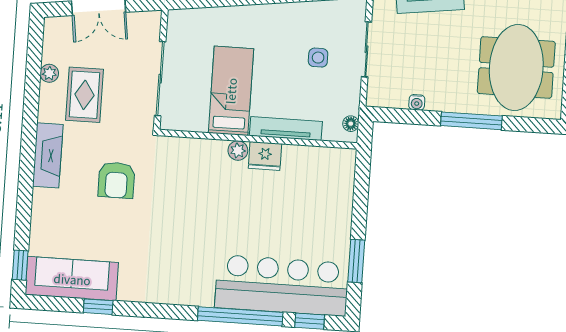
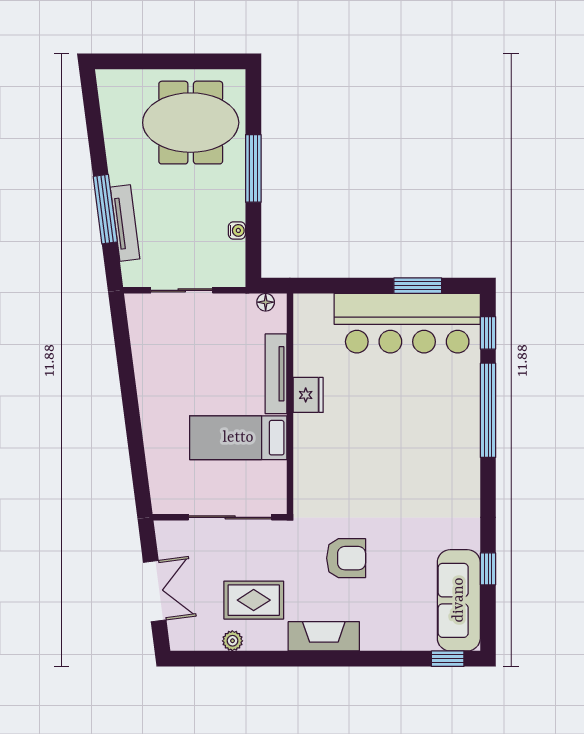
side table: (318, 58) -> (195, 343), removed
plant: (238, 150) -> (304, 425), removed
bar counter: (282, 285) -> (407, 323), moved, turned -90

